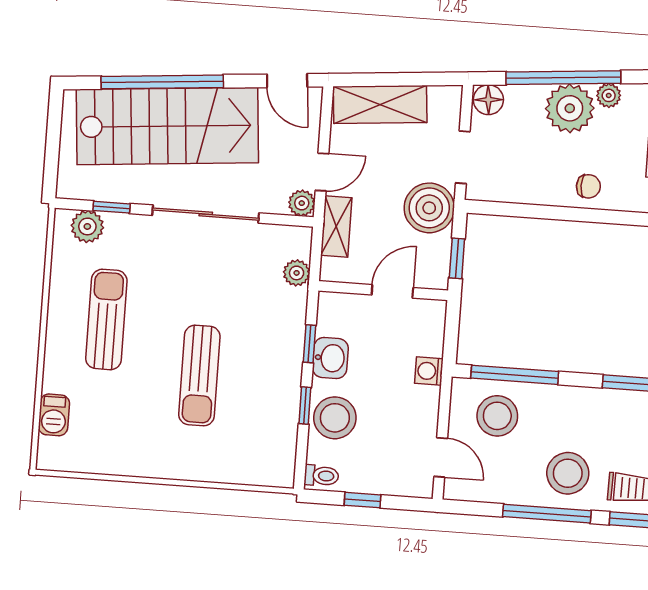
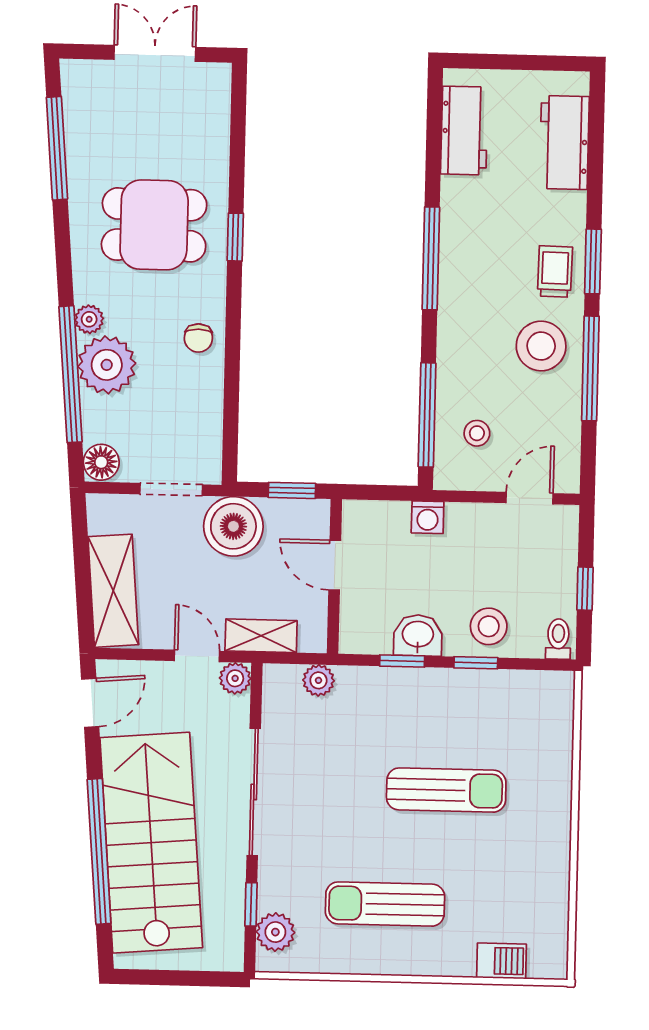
chair: (588, 186) -> (198, 338), turned 180
stool: (497, 416) -> (477, 433), width x0.53, depth x0.53
stool: (335, 418) -> (489, 626), width x0.73, depth x0.73

